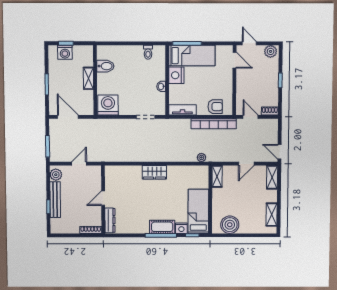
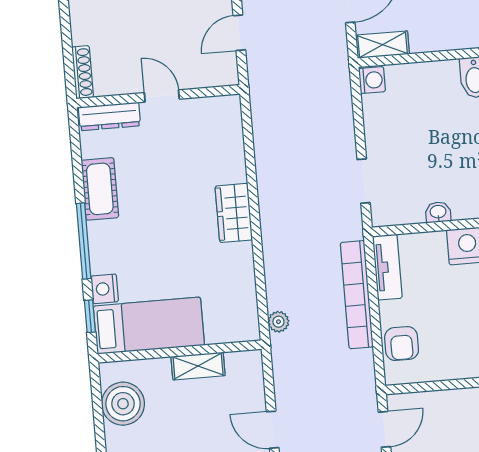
shelving: (88, 78) -> (382, 45), moved
washing machine: (108, 105) -> (372, 80), width x0.53, depth x0.53
bookcase: (214, 124) -> (357, 295), moved
door: (79, 164) -> (239, 33), swing flipped
shelving: (217, 176) -> (198, 366), moved
cot: (162, 227) -> (100, 189), moved

